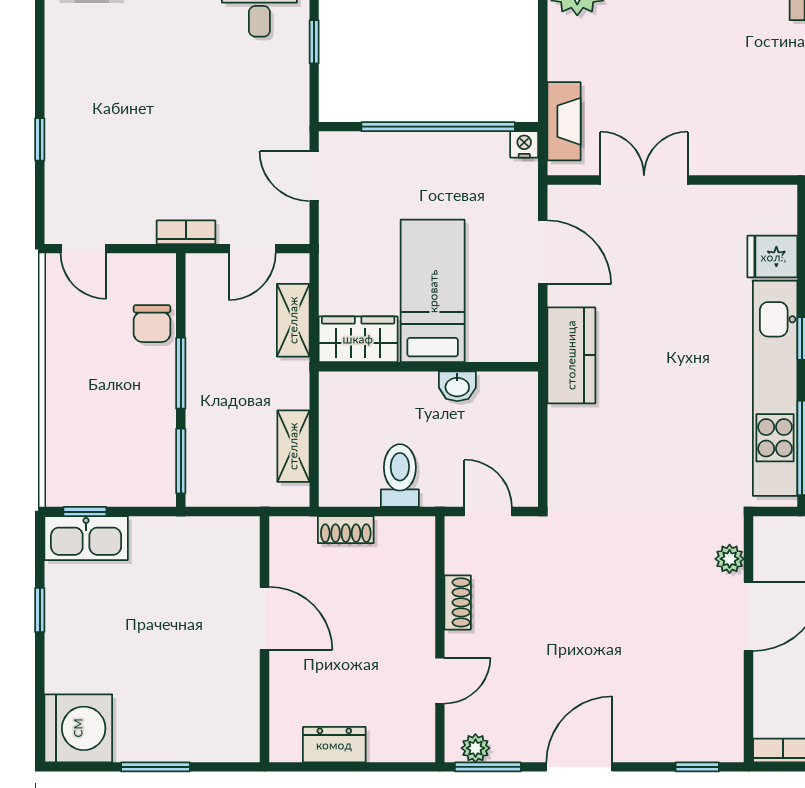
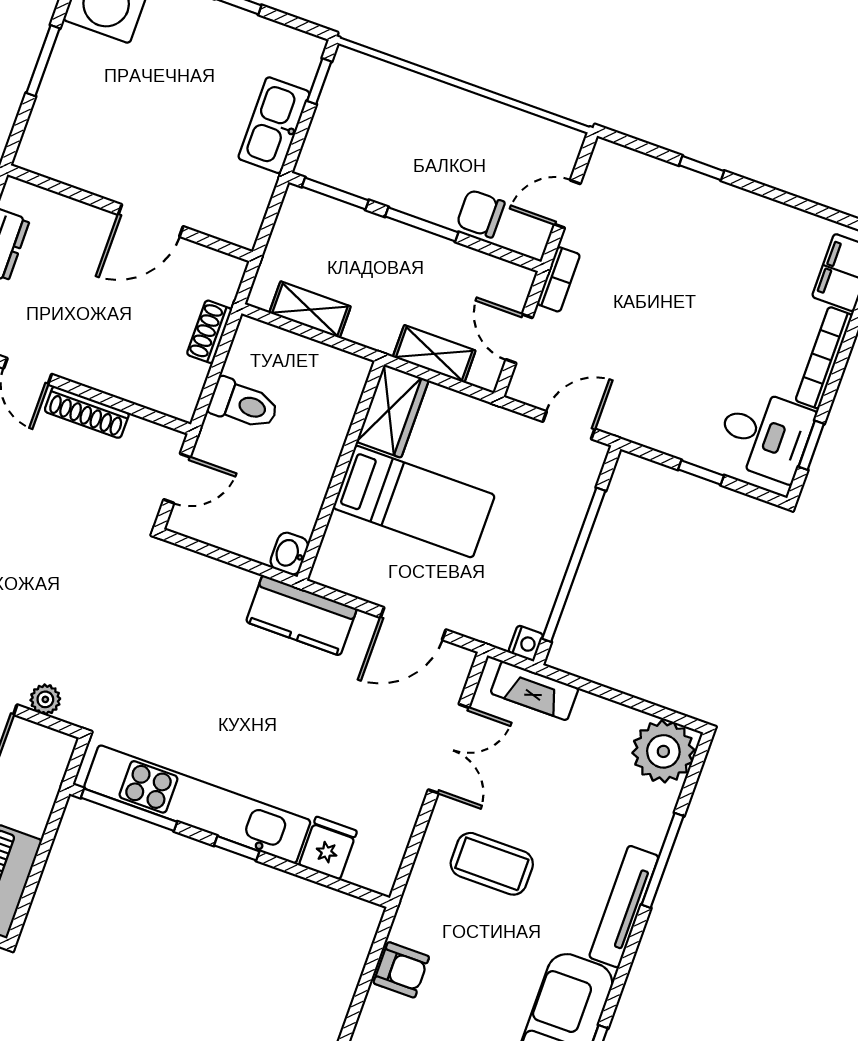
coffee table: (734, 104) -> (492, 864), added
door: (83, 249) -> (567, 204), moved
washbasin: (457, 386) -> (289, 554), moved
kitchen sink: (86, 538) -> (274, 125), moved
shoe rack: (458, 602) -> (87, 412), width x1.43

